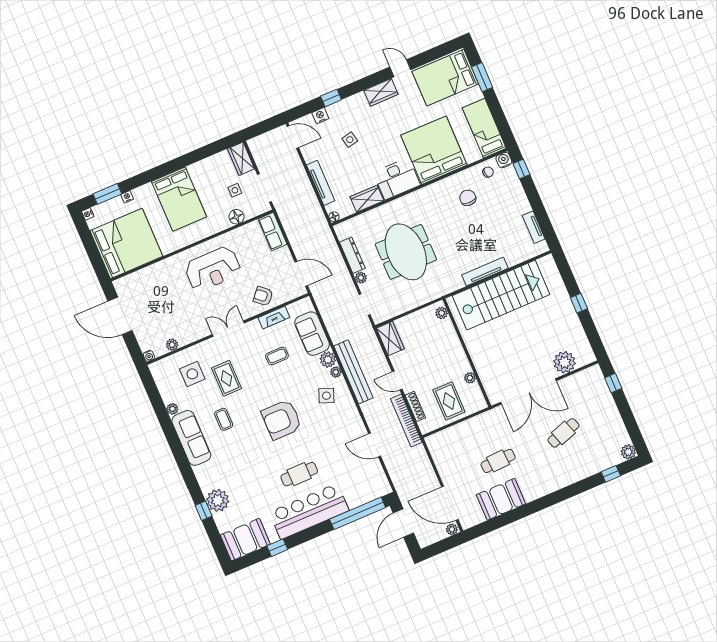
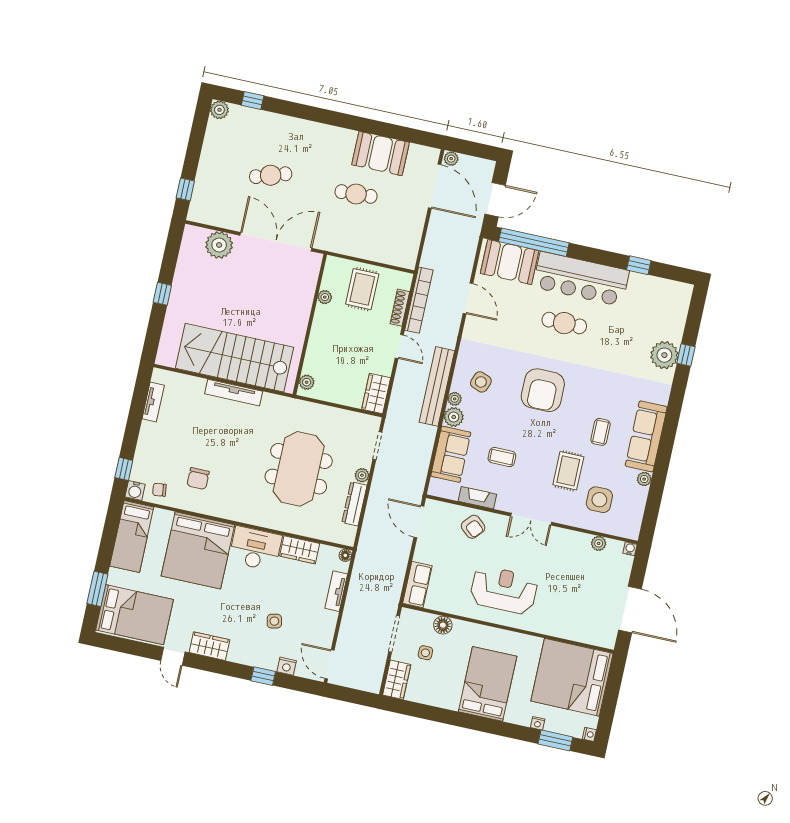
tv unit: (321, 183) -> (336, 591), width x0.71
armchair: (282, 420) -> (543, 390), turned 90
booth: (245, 540) -> (510, 262), moved

